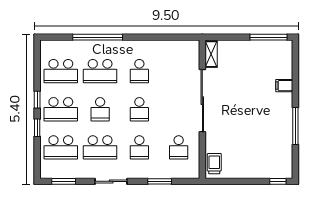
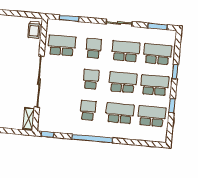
window: (98, 37) -> (92, 139), moved
window: (186, 37) -> (47, 134), added
window: (37, 100) -> (172, 106), moved
school desk: (100, 109) -> (123, 82), width x1.85
school desk: (179, 147) -> (62, 45), width x1.85
window: (160, 181) -> (69, 18), moved

